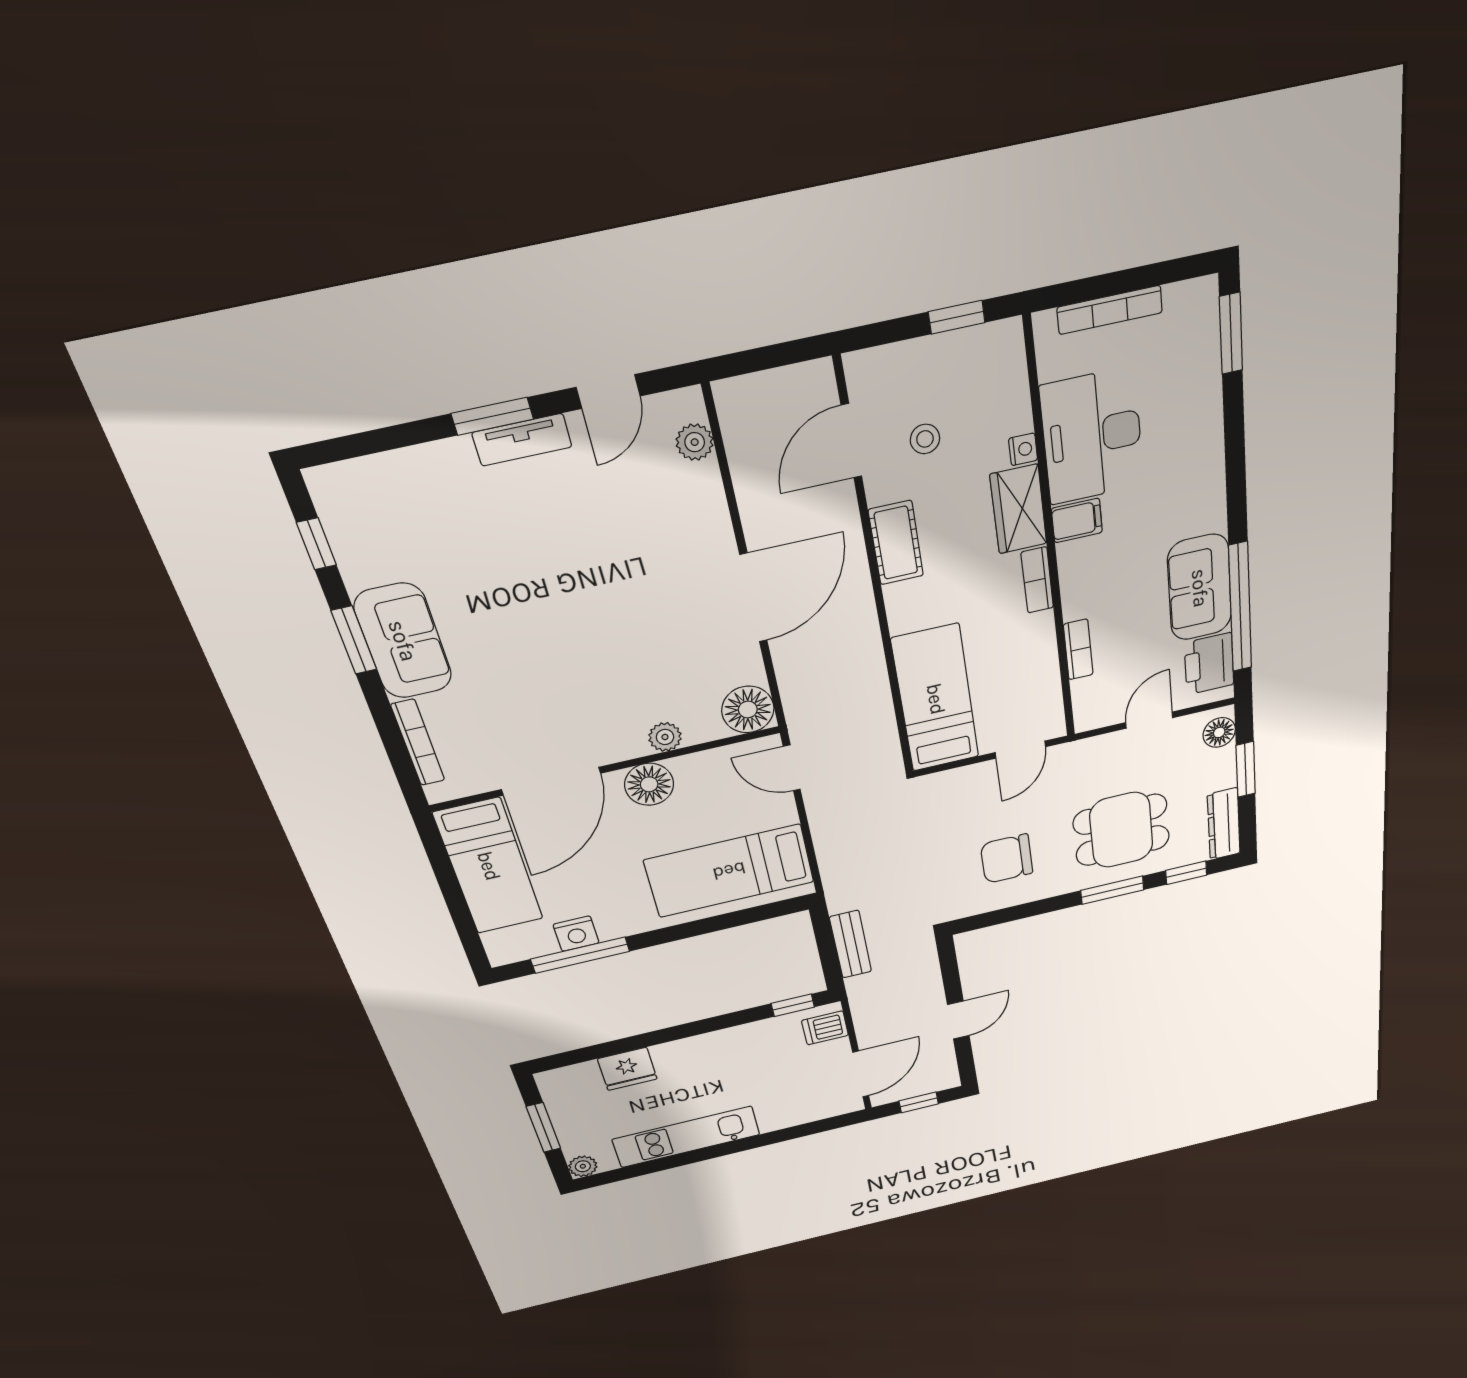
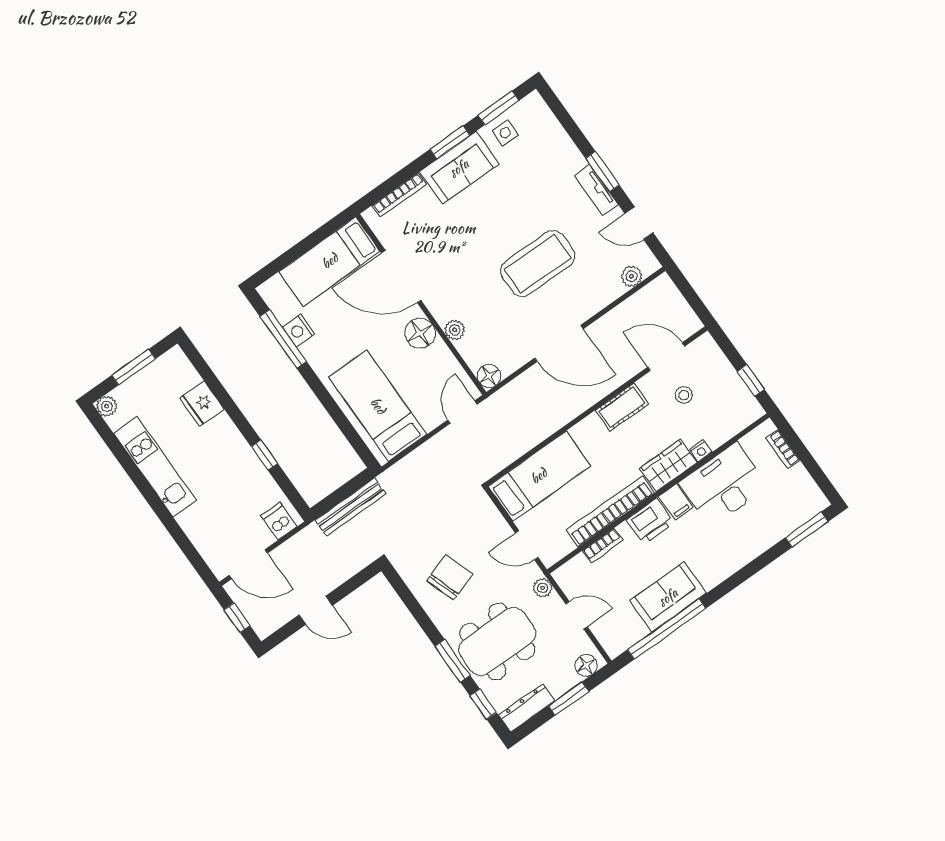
bookcase: (1110, 310) -> (783, 449), width x0.64
window: (316, 544) -> (498, 108), width x1.50
side table: (366, 549) -> (505, 133), added
bookcase: (1037, 580) -> (610, 511), width x2.31, depth x1.31
coffee table: (611, 582) -> (538, 264), added
printer: (1209, 664) -> (650, 521), moved, turned 180
floor lamp: (748, 710) -> (489, 376), width x0.73, depth x0.73
plant: (1088, 750) -> (542, 588), added
dining table: (1121, 830) -> (497, 641), width x1.38
chair: (1007, 859) -> (450, 577), turned 71
bench: (851, 944) -> (351, 507), width x1.36
window: (793, 1005) -> (264, 455), moved

